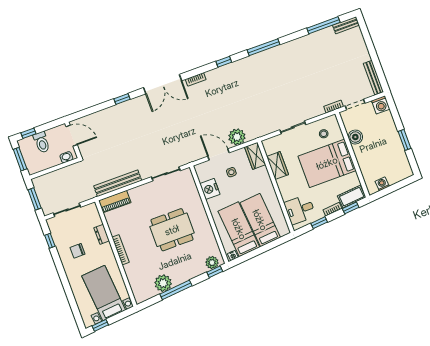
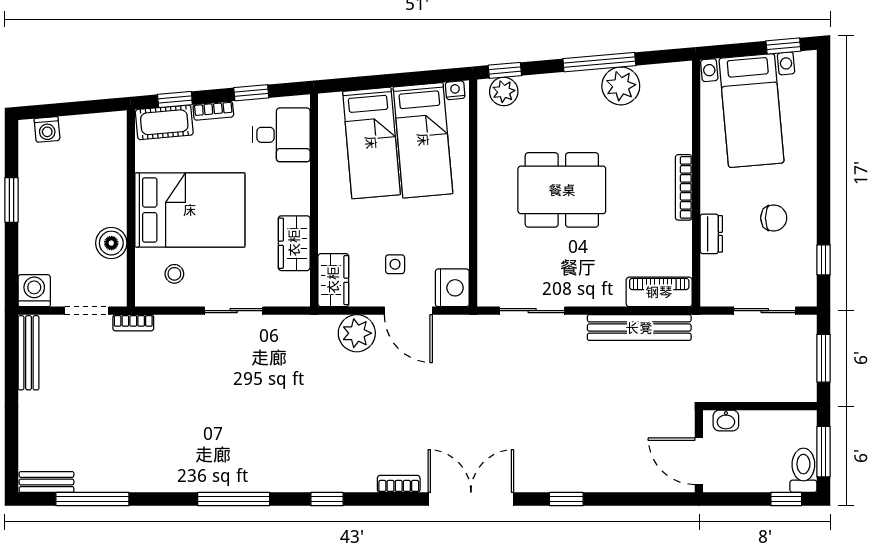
toilet: (42, 142) -> (803, 470), moved
washing machine: (382, 184) -> (47, 129), moved
nightstand: (210, 189) -> (452, 288), moved

